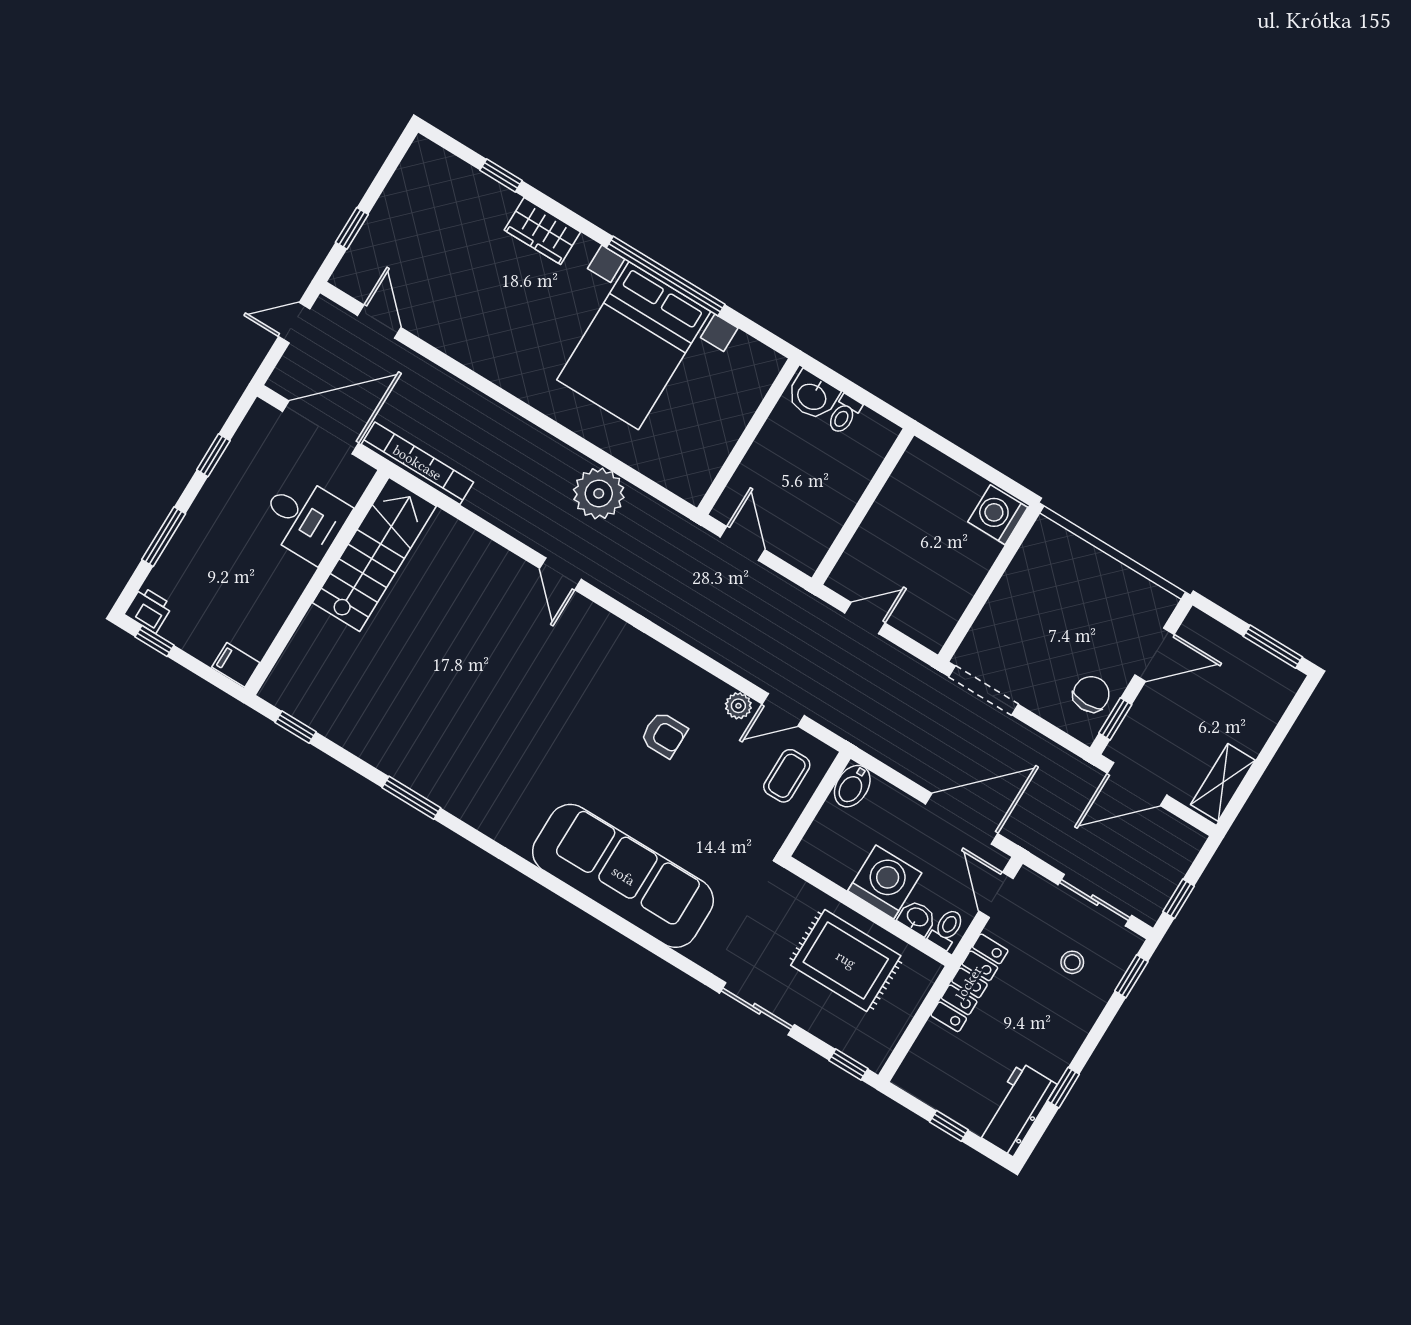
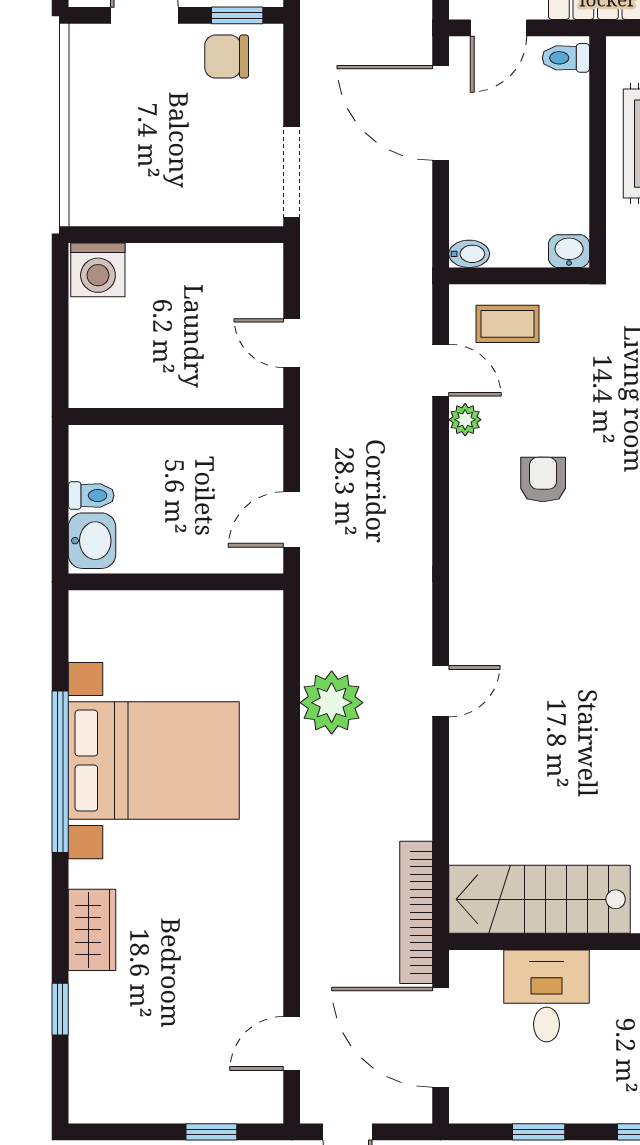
bidet: (852, 786) -> (469, 254), width x0.72, depth x0.74
washing machine: (885, 882) -> (556, 153), removed
washbasin: (917, 918) -> (569, 251), moved, turned 90

